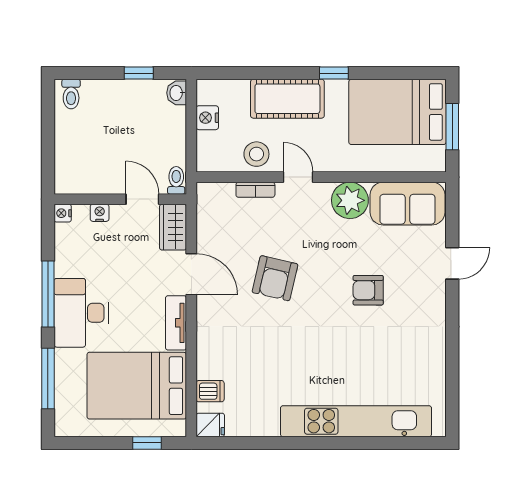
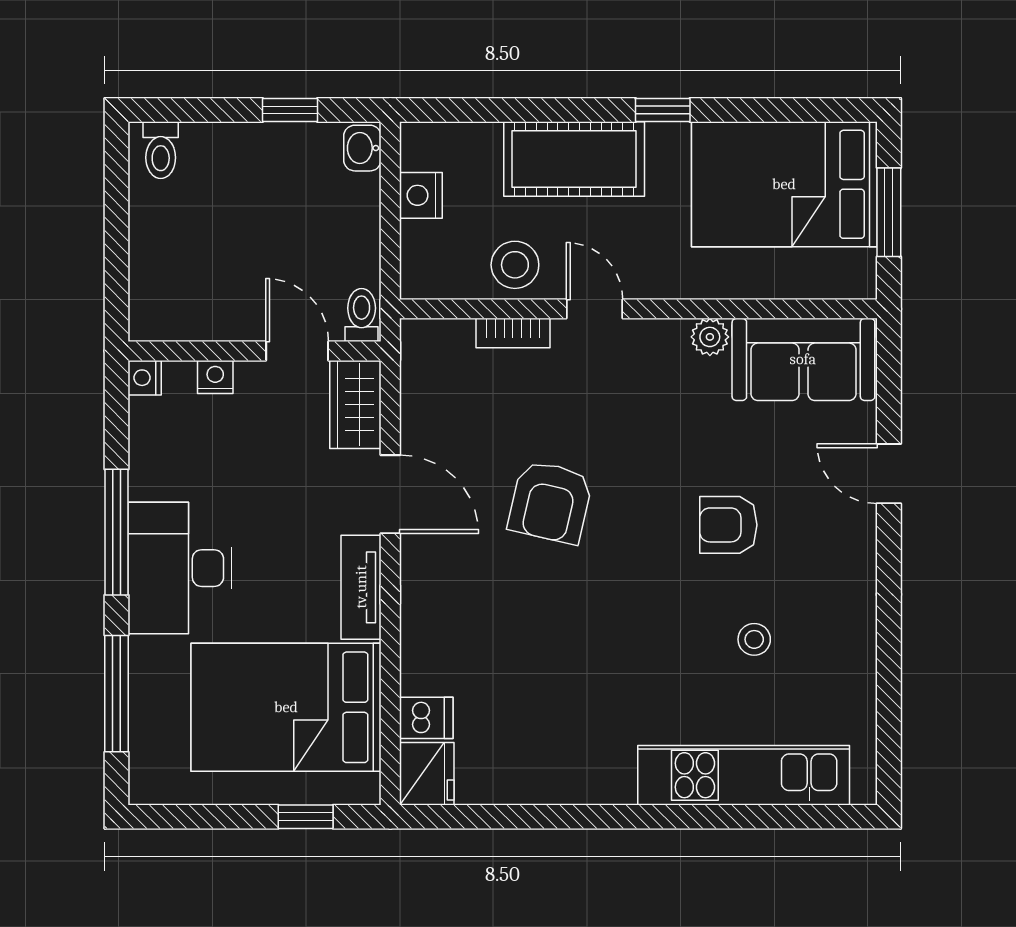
plant: (350, 200) -> (710, 337), width x0.53, depth x0.53
door: (452, 263) -> (889, 474), swing flipped
stool: (382, 350) -> (754, 639), added
kitchen unit: (356, 421) -> (744, 775), width x0.73
fridge: (210, 425) -> (427, 774), width x1.38

